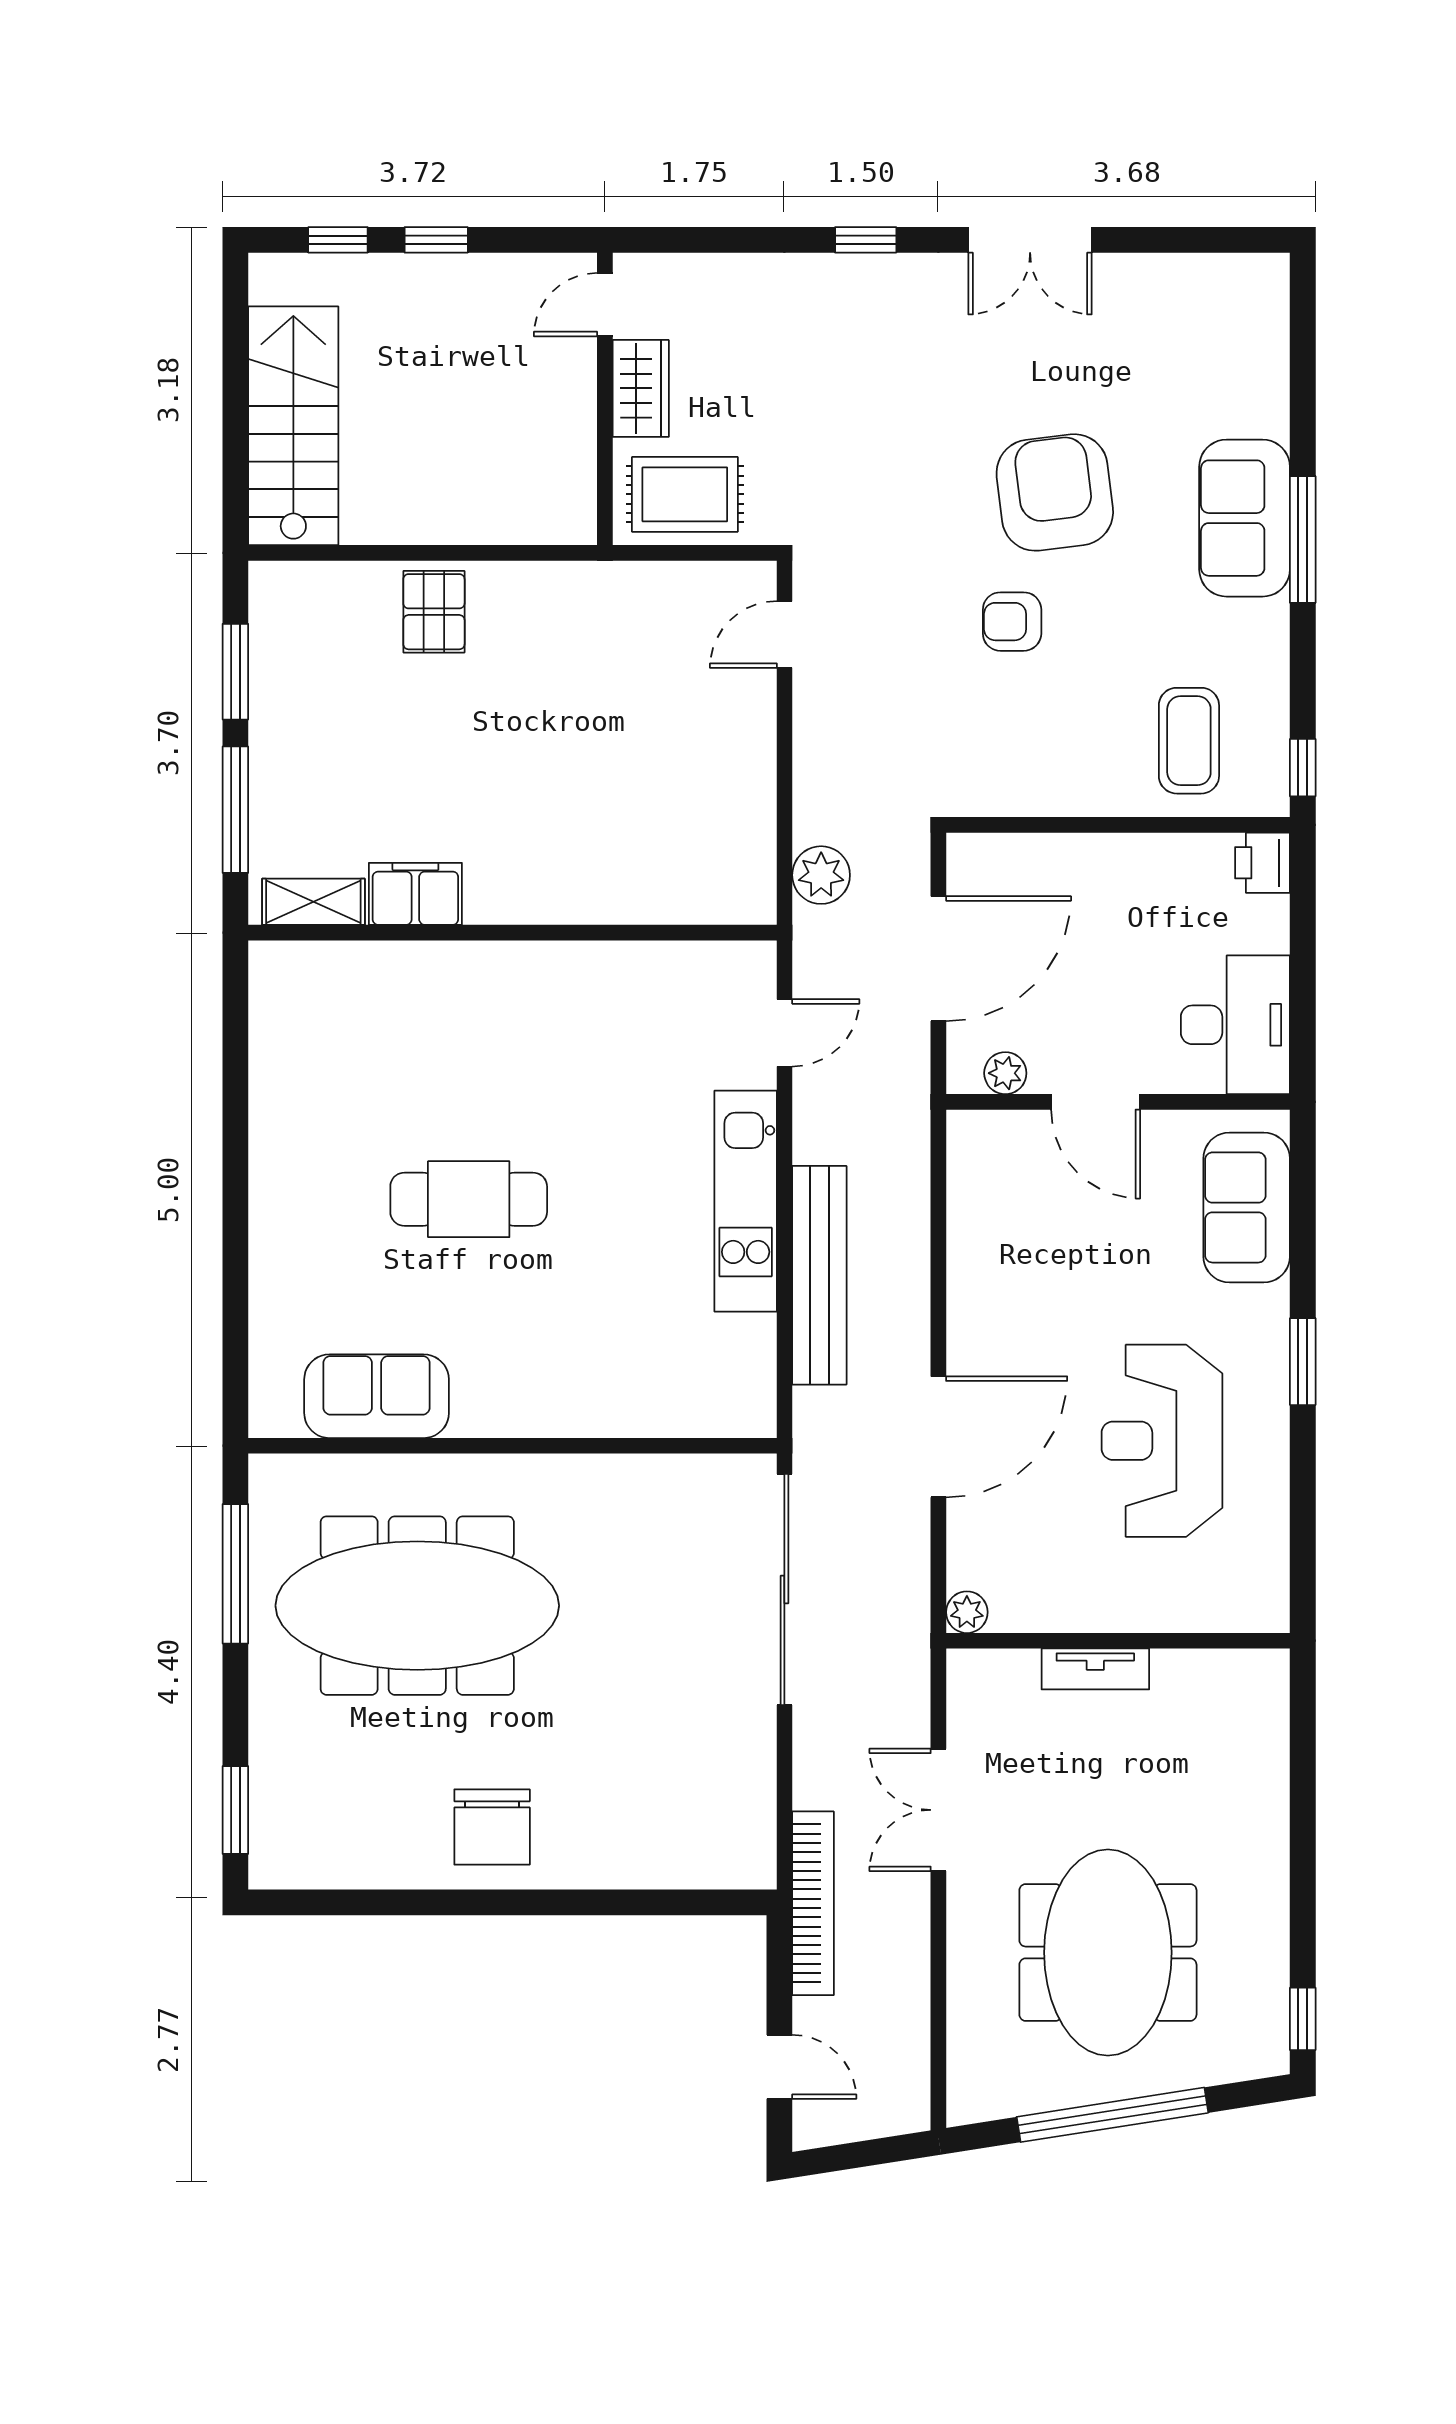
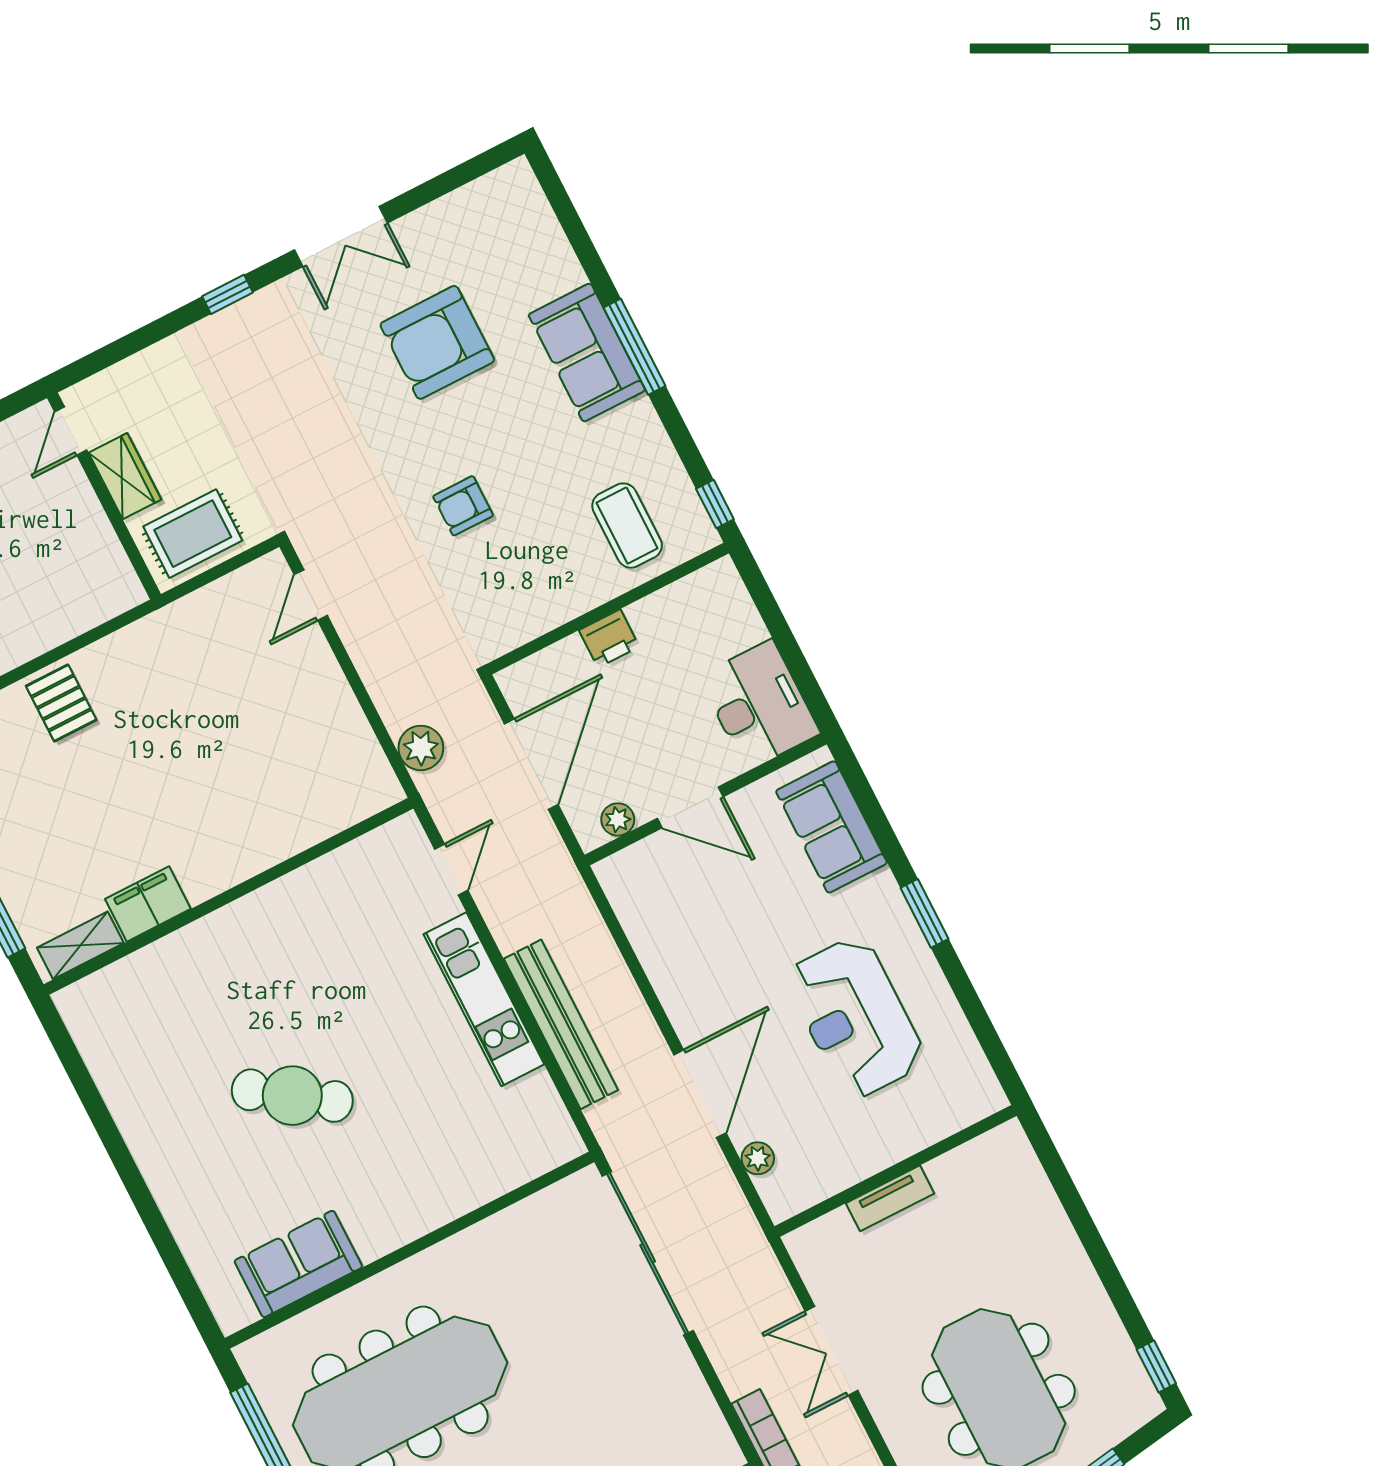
armchair: (1055, 492) -> (437, 342), moved, turned -83
printer: (1262, 863) -> (609, 638), moved, turned -90
cafe table: (469, 1199) -> (292, 1096), turned 35
plant: (967, 1612) -> (758, 1158), moved

